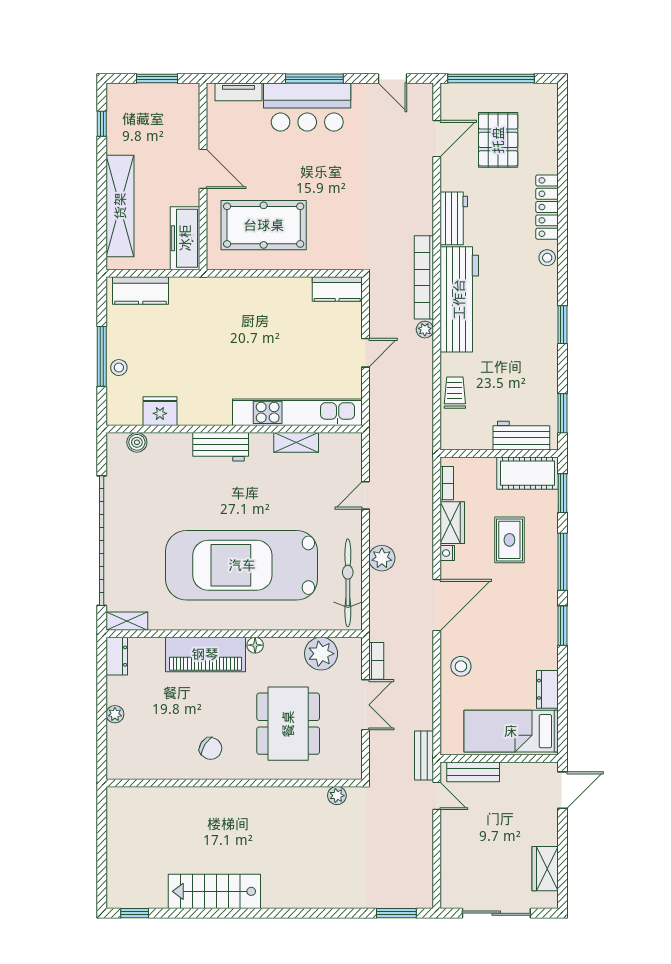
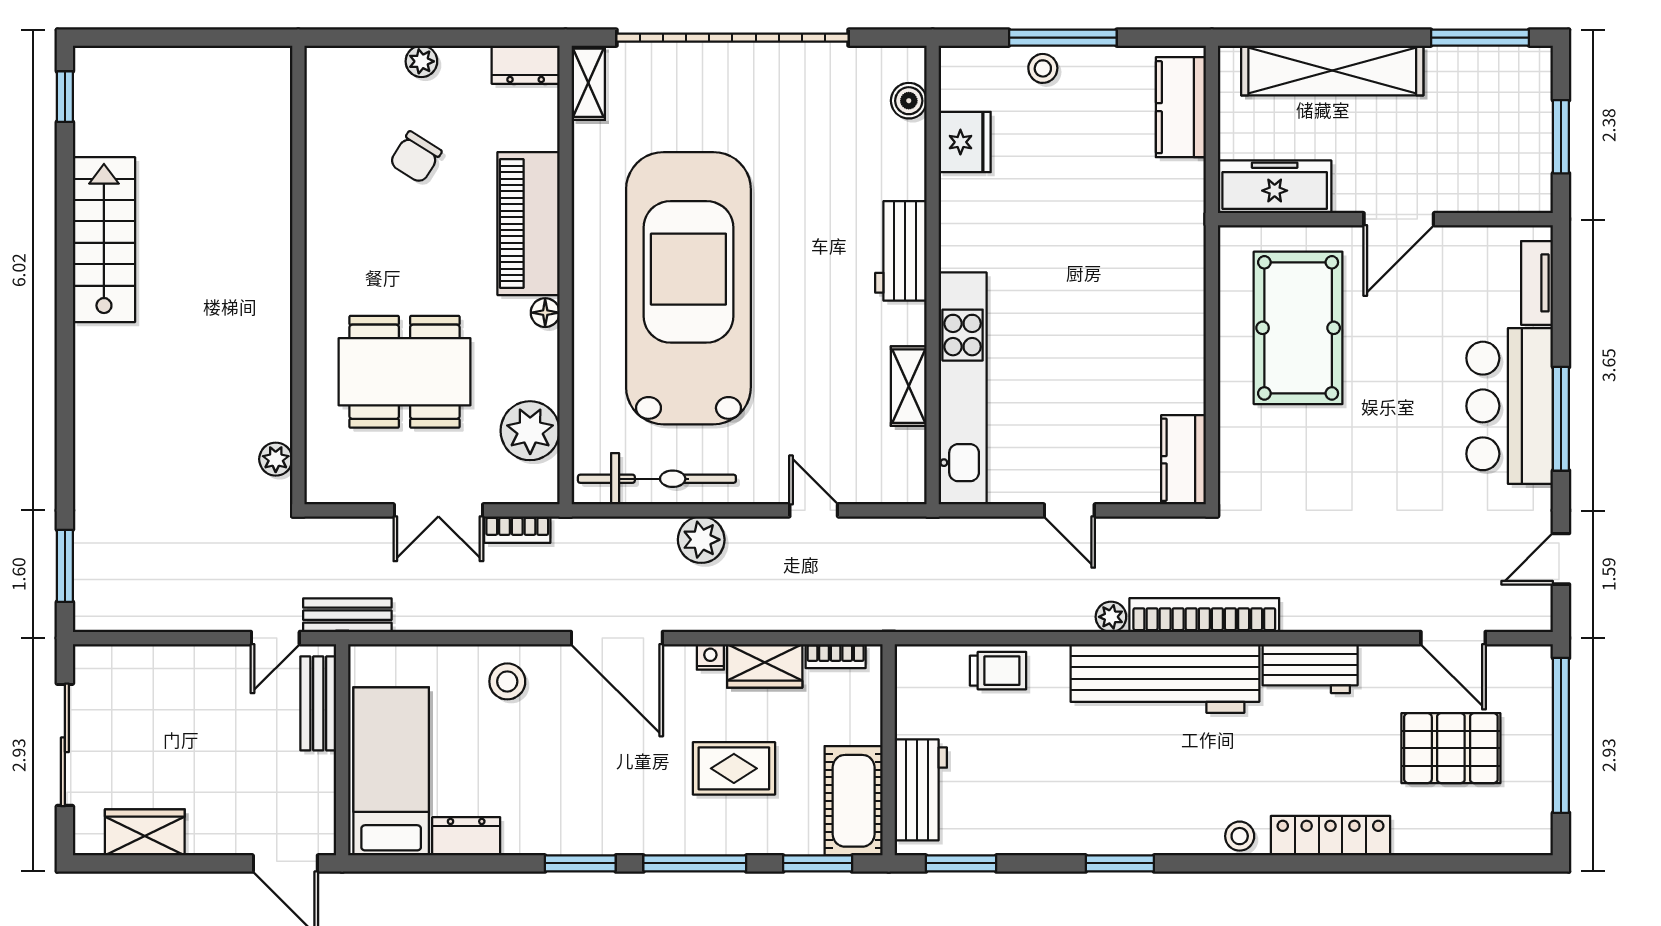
window: (102, 124) -> (1480, 38), width x2.17
chair: (211, 748) -> (416, 157), moved

